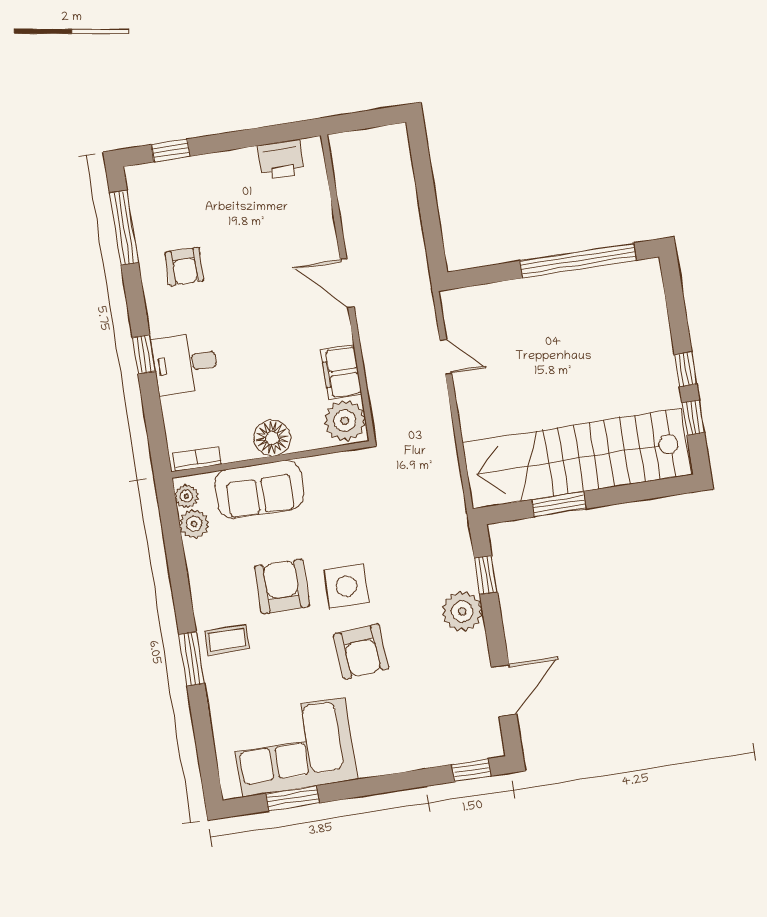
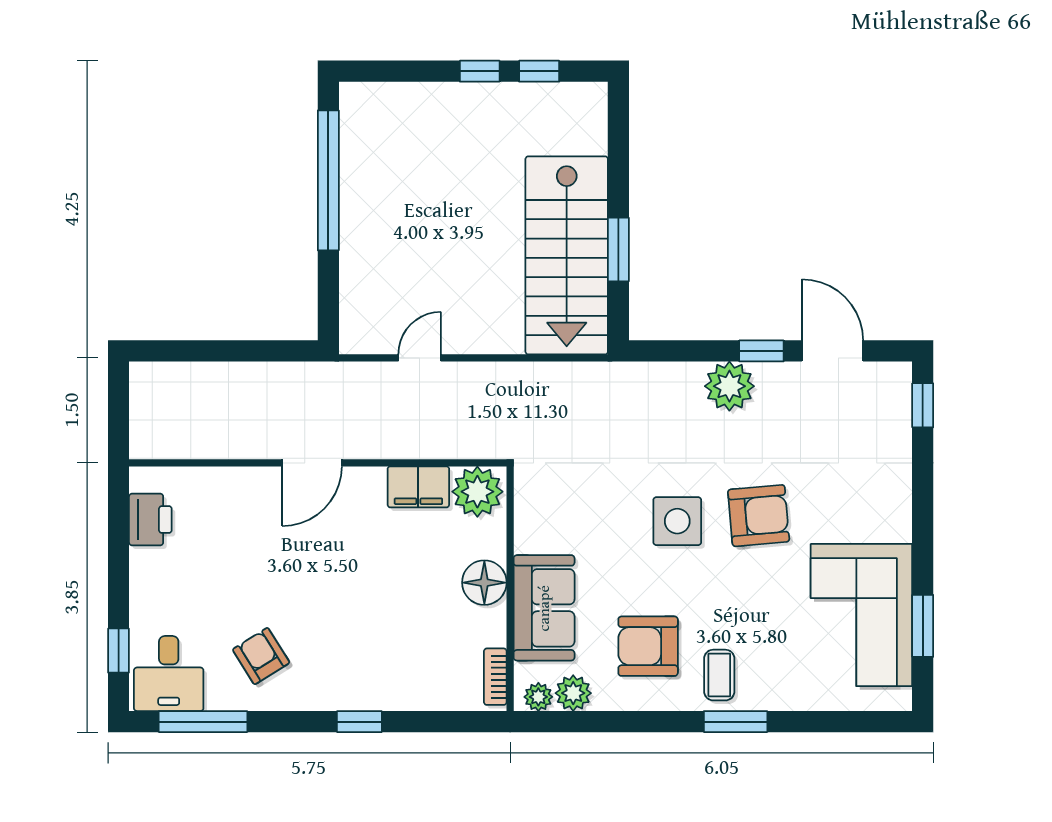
armchair: (184, 266) -> (261, 656), turned -122
desk: (185, 363) -> (169, 673), moved
stairs: (577, 459) -> (567, 255), width x0.73
window: (486, 575) -> (761, 351), moved
armchair: (282, 586) -> (648, 646), moved

